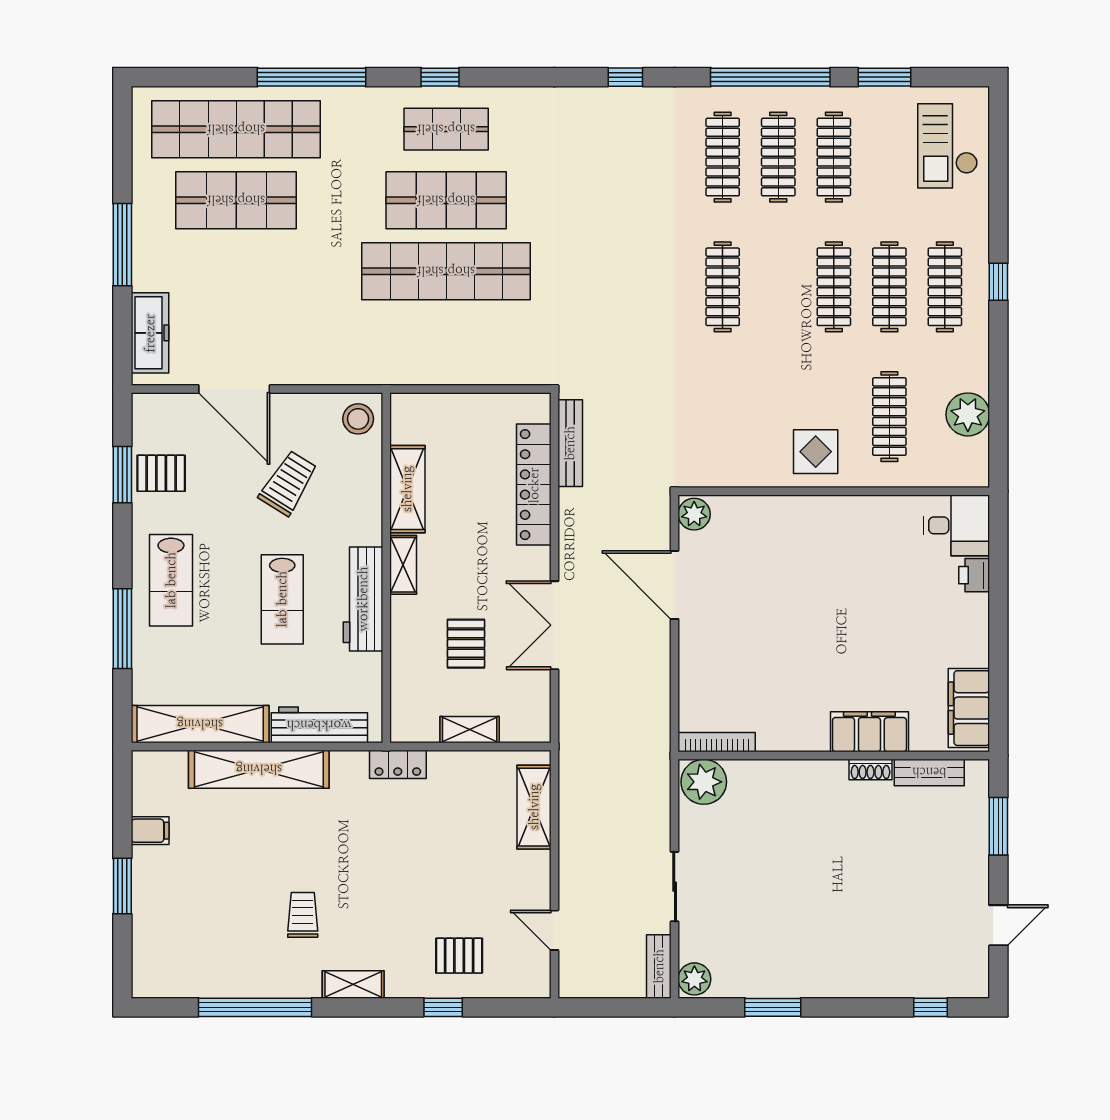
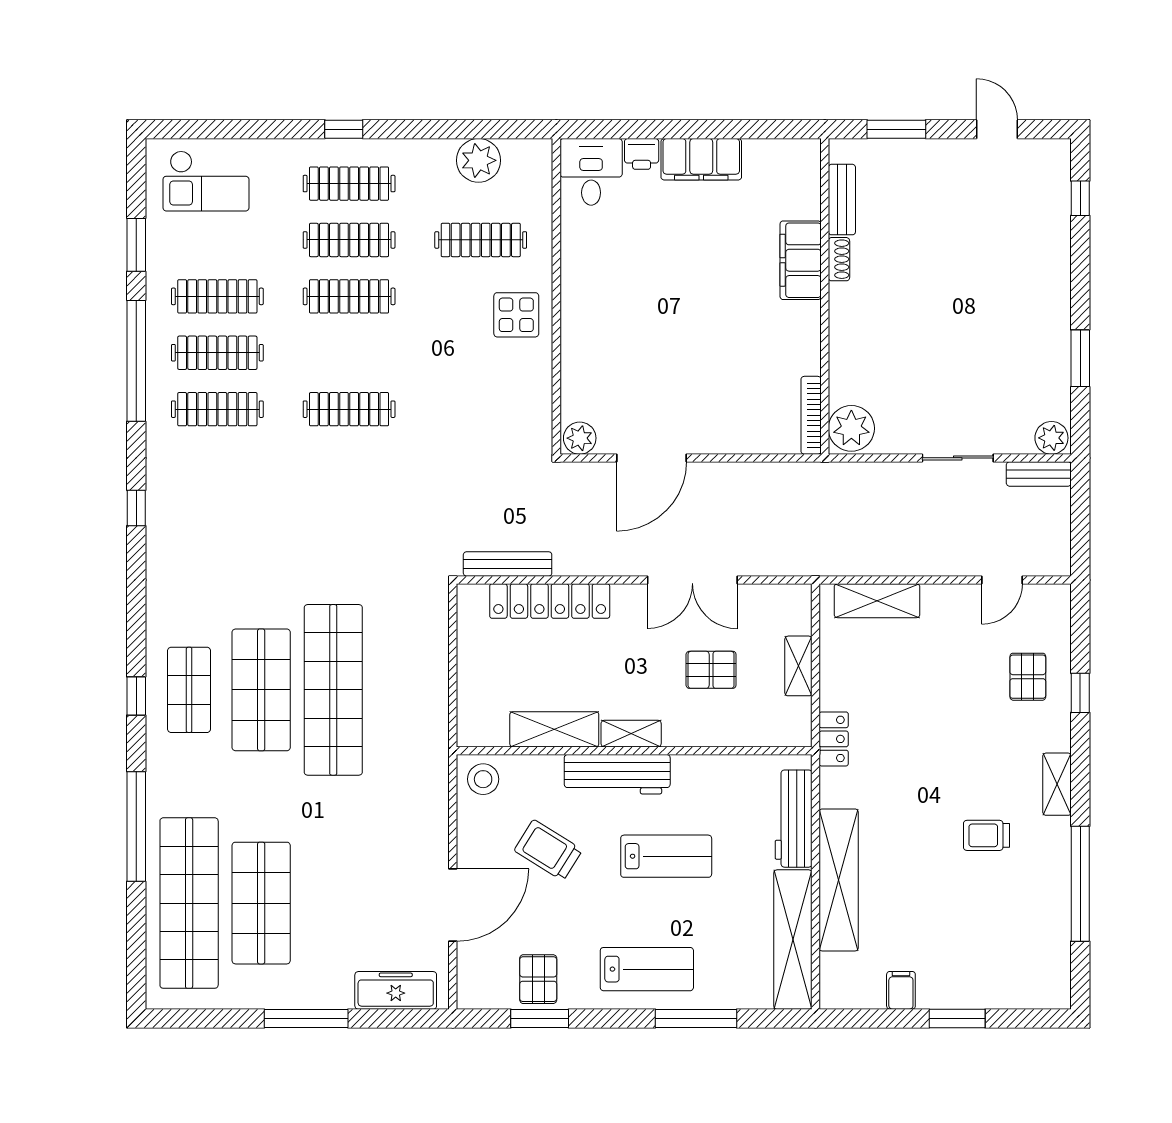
workbench: (363, 599) -> (617, 774), moved
filing cabinet: (969, 708) -> (701, 159), moved

